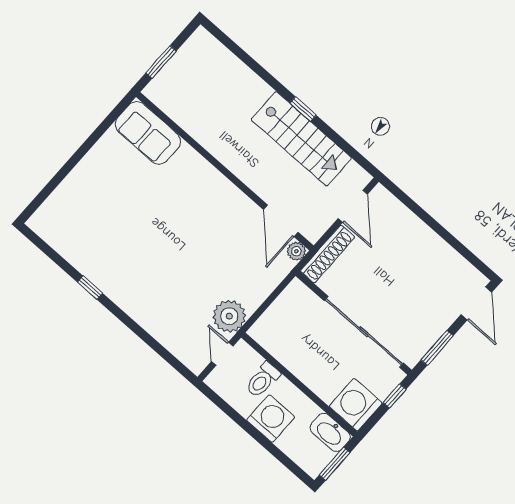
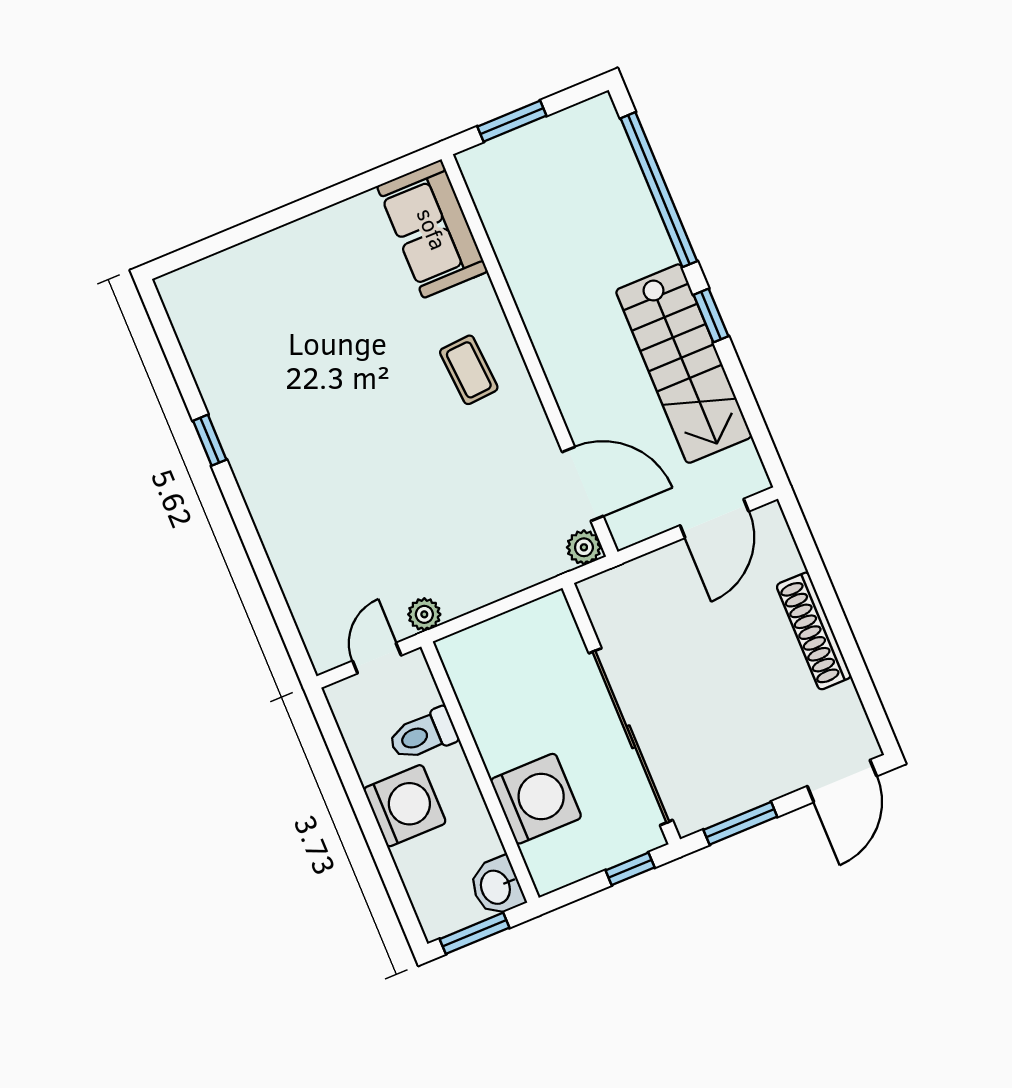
window: (248, 60) -> (659, 190), added
coffee table: (199, 193) -> (469, 370), added
door: (281, 221) -> (583, 484), swing flipped
shoe rack: (327, 254) -> (814, 631), moved, turned 90
plant: (229, 316) -> (424, 614), width x0.53, depth x0.53
washing machine: (356, 405) -> (536, 799), moved, turned 90
washbasin: (330, 432) -> (497, 887), width x0.72

